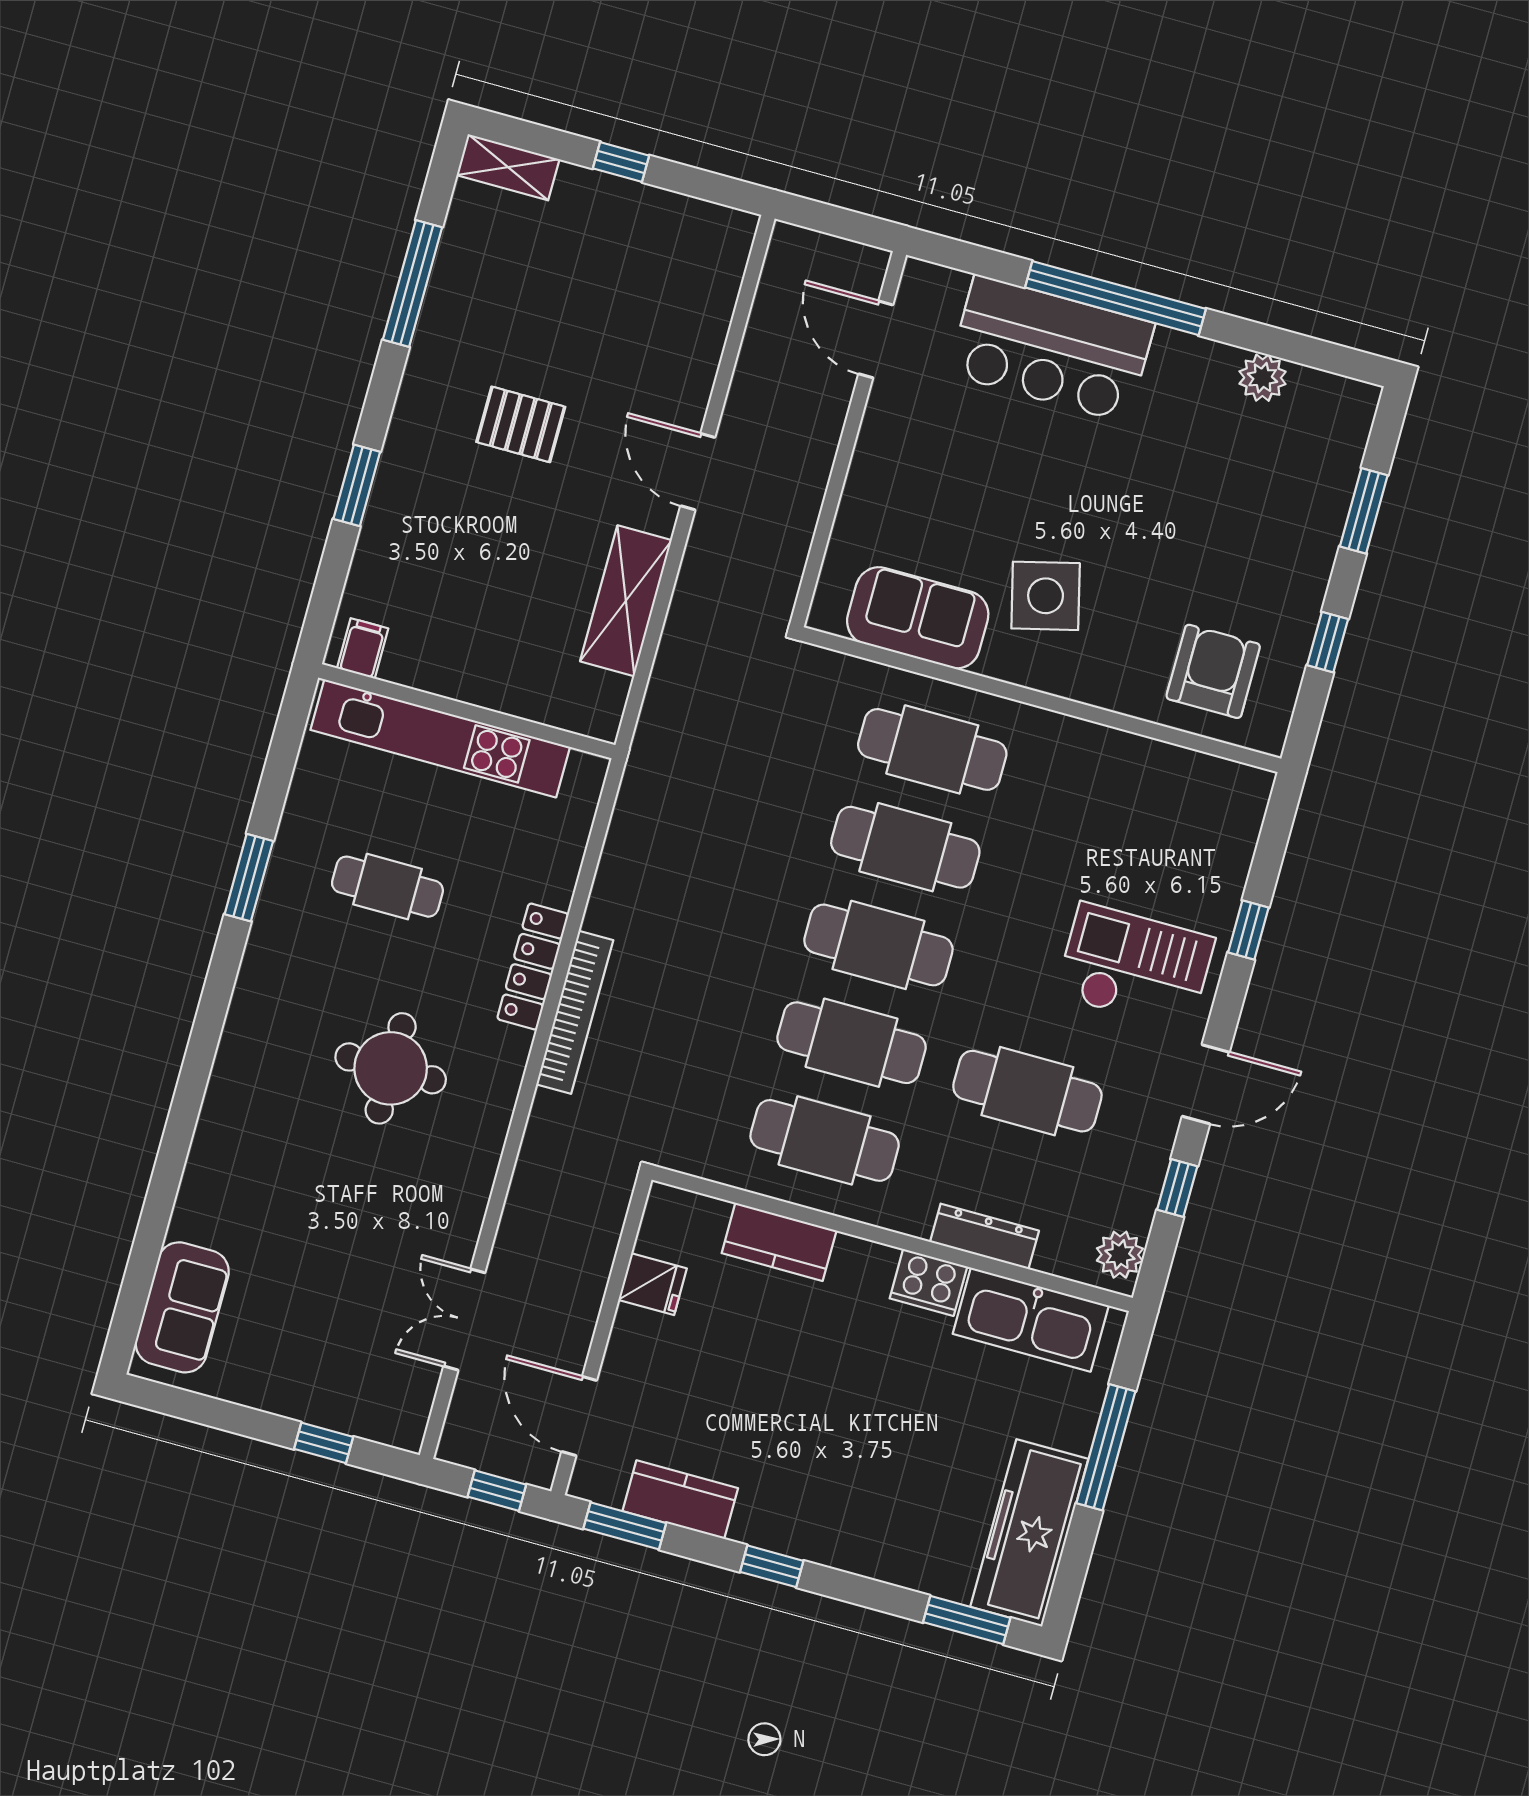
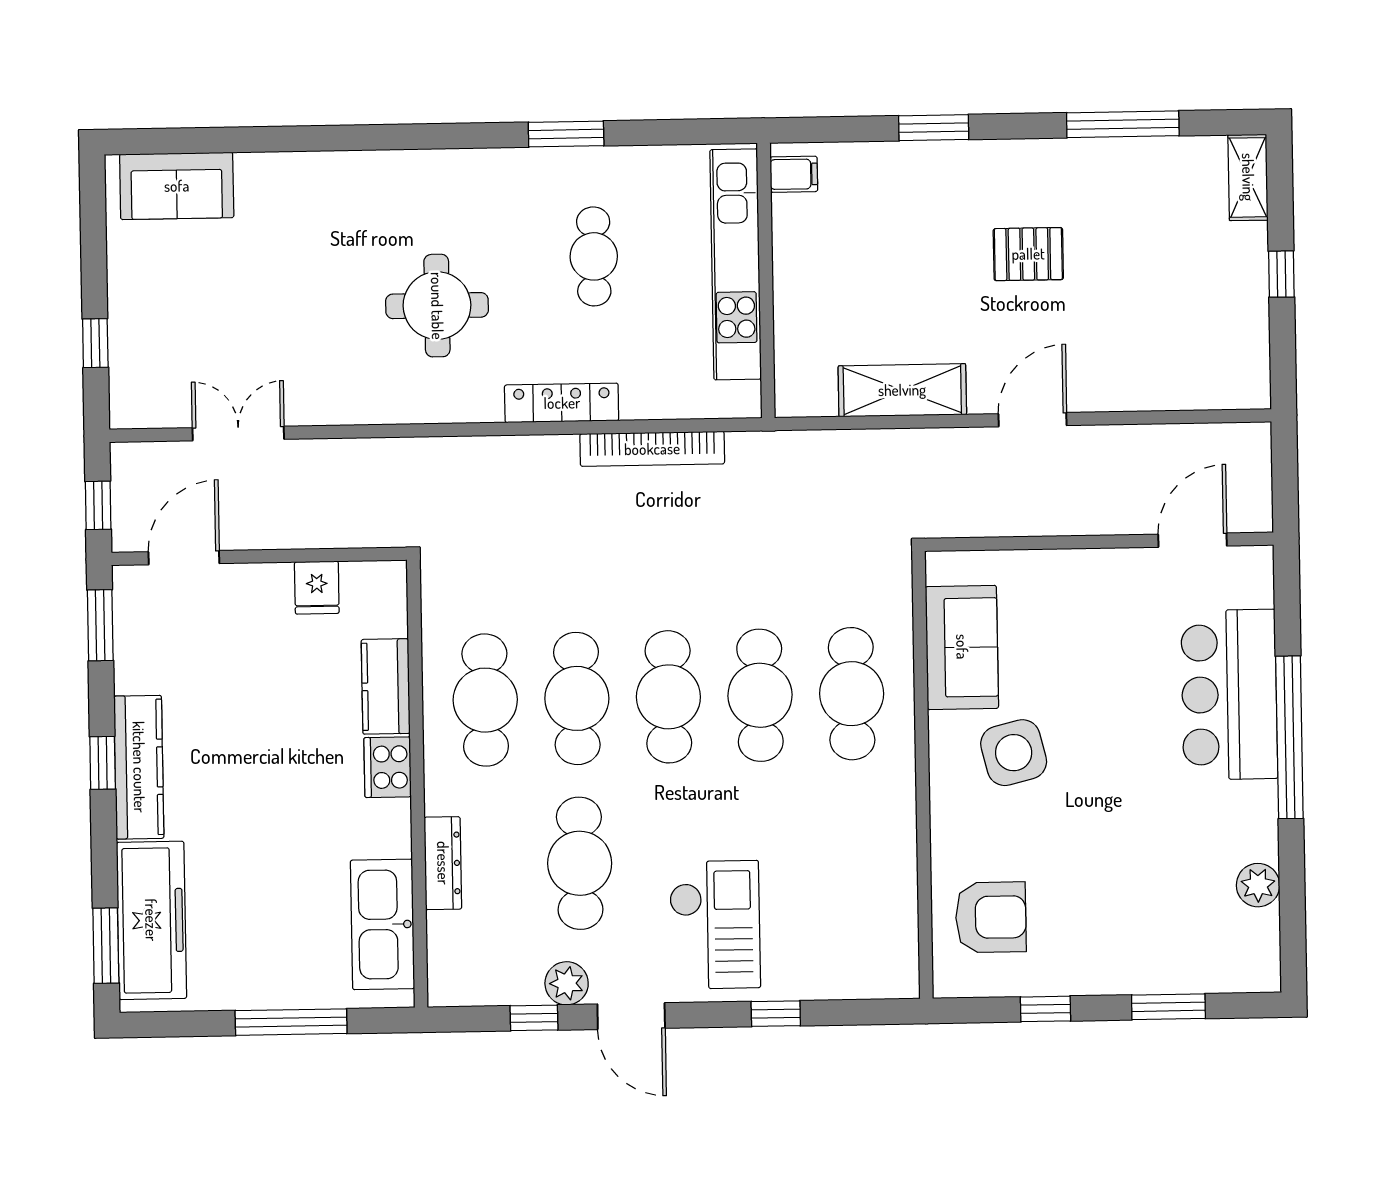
pallet: (521, 424) -> (1028, 254), turned 90
bookcase: (575, 1012) -> (652, 449), moved
plant: (1120, 1255) -> (567, 983), moved
cooker: (928, 1282) -> (388, 767), moved
kitchen counter: (680, 1500) -> (139, 767), moved, width x1.50
freezer: (1029, 1533) -> (151, 920), moved, turned 90

